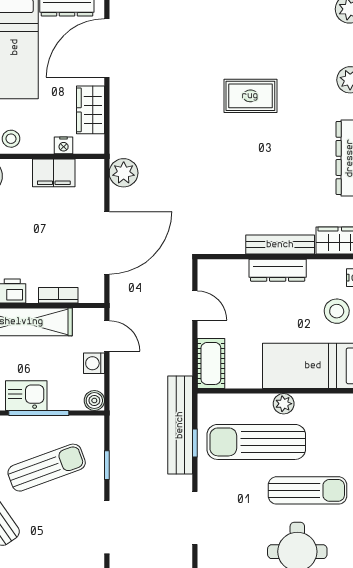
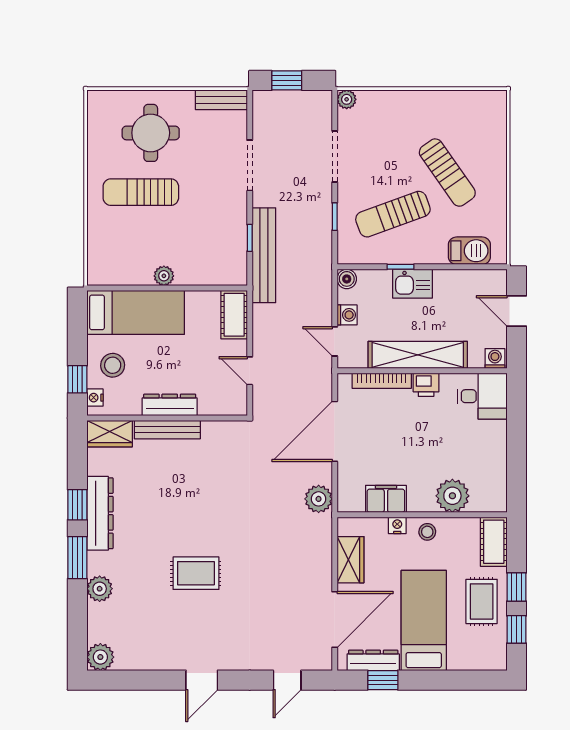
nightstand: (64, 145) -> (397, 525), moved
bookcase: (58, 295) -> (382, 381), width x1.56
window: (39, 413) -> (400, 267), width x0.46
sun lounger: (256, 442) -> (190, 239), removed

